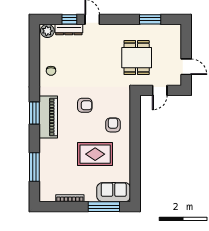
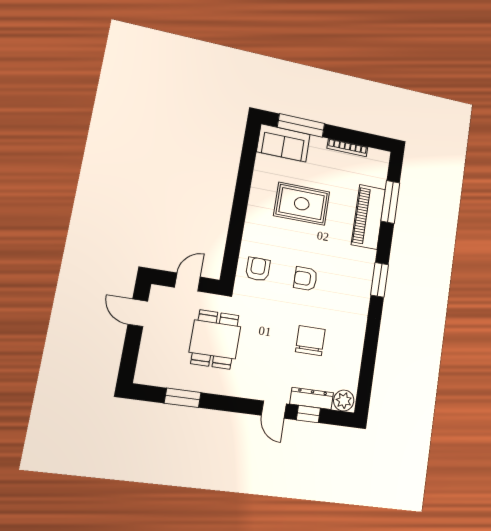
chair: (51, 71) -> (310, 341), moved, width x1.87, depth x1.87
piano: (48, 117) -> (368, 217), moved
armchair: (113, 125) -> (258, 269), moved, turned 180

